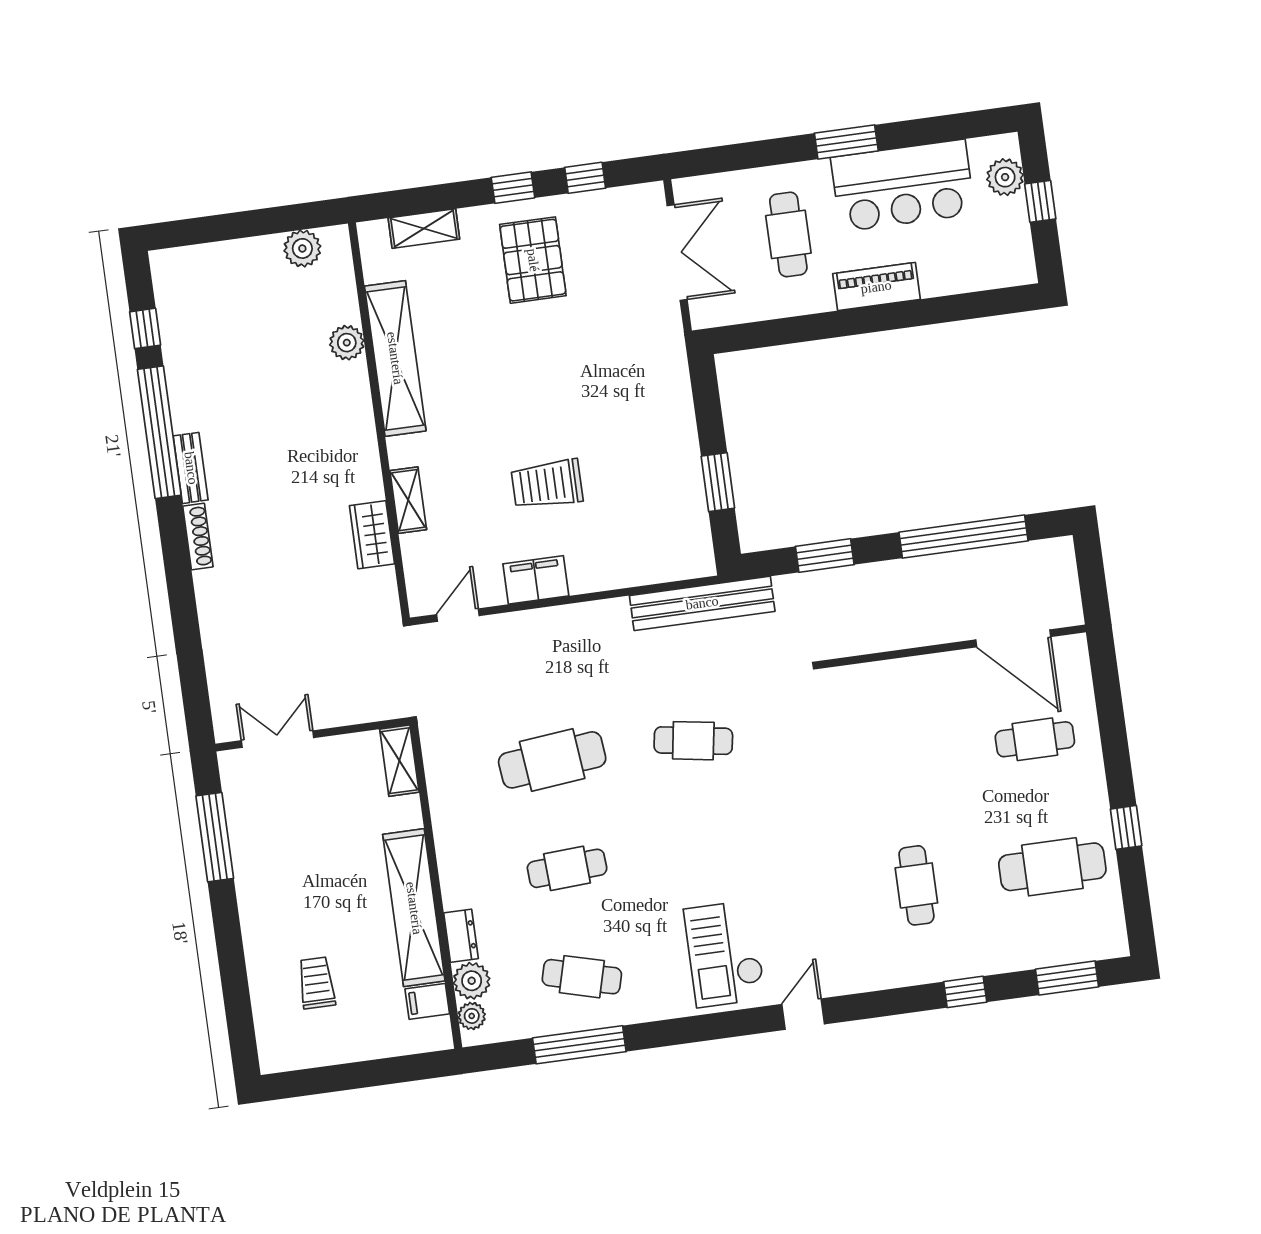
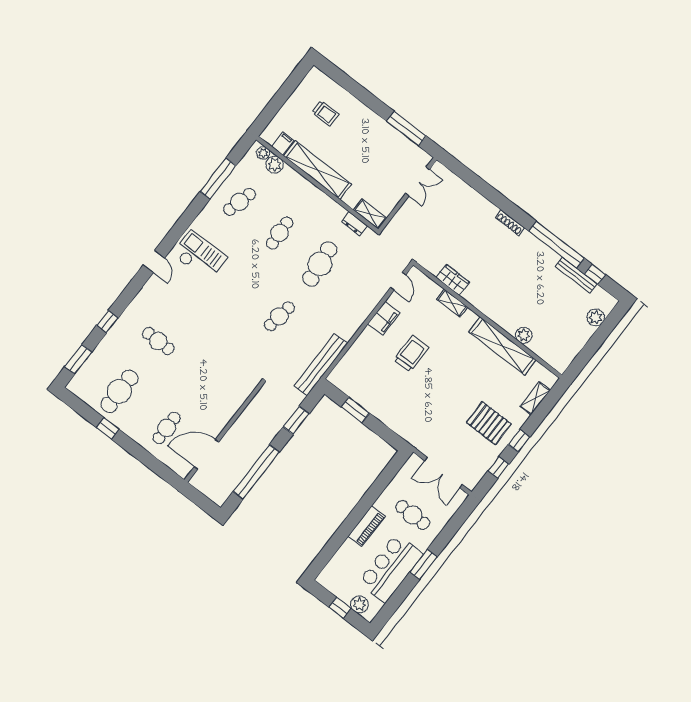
plant: (302, 248) -> (596, 317), moved
bench: (191, 468) -> (576, 275), moved, width x1.36
dresser: (461, 936) -> (354, 224), moved

